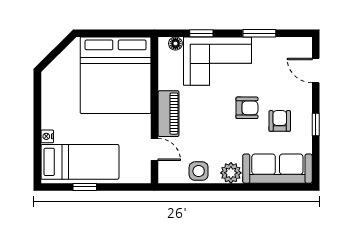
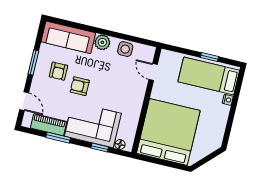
piano: (168, 114) -> (49, 125), moved, turned 90
window: (316, 125) -> (33, 62), width x1.50

